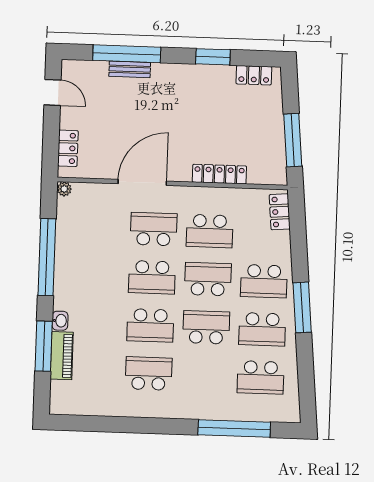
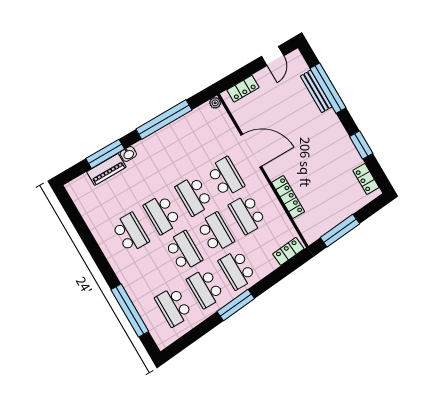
bench: (130, 69) -> (316, 91), width x1.36

